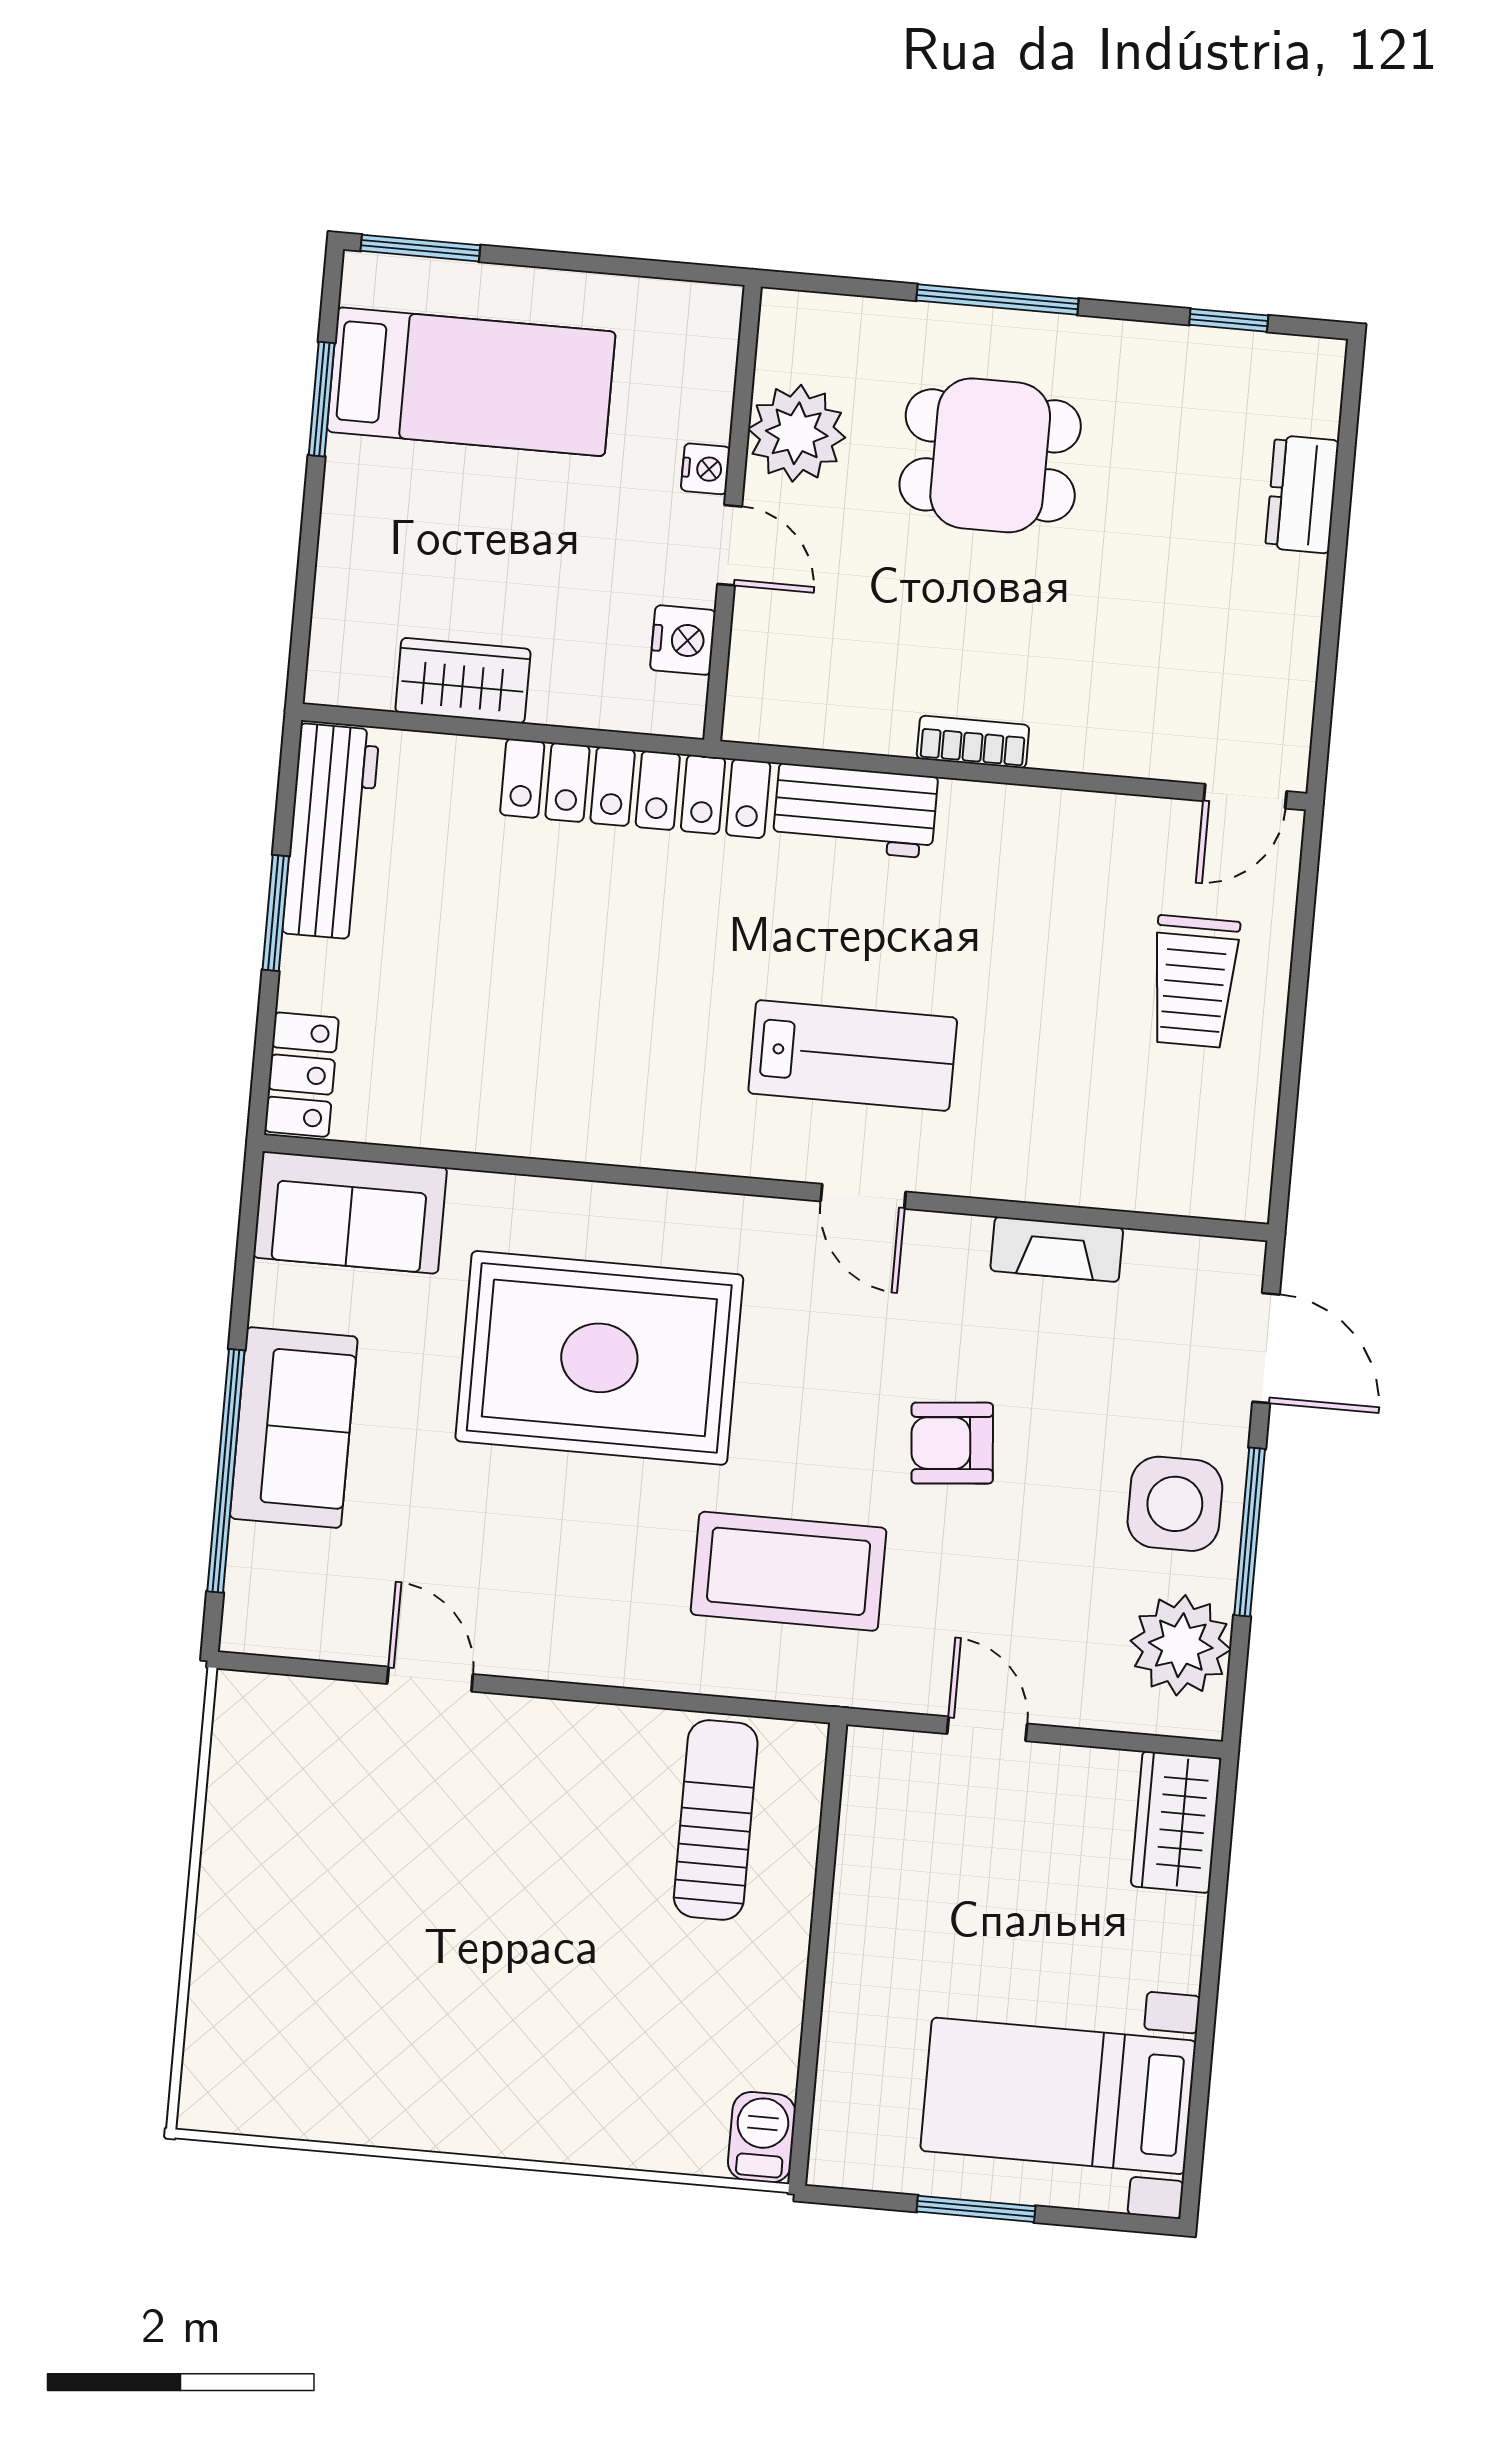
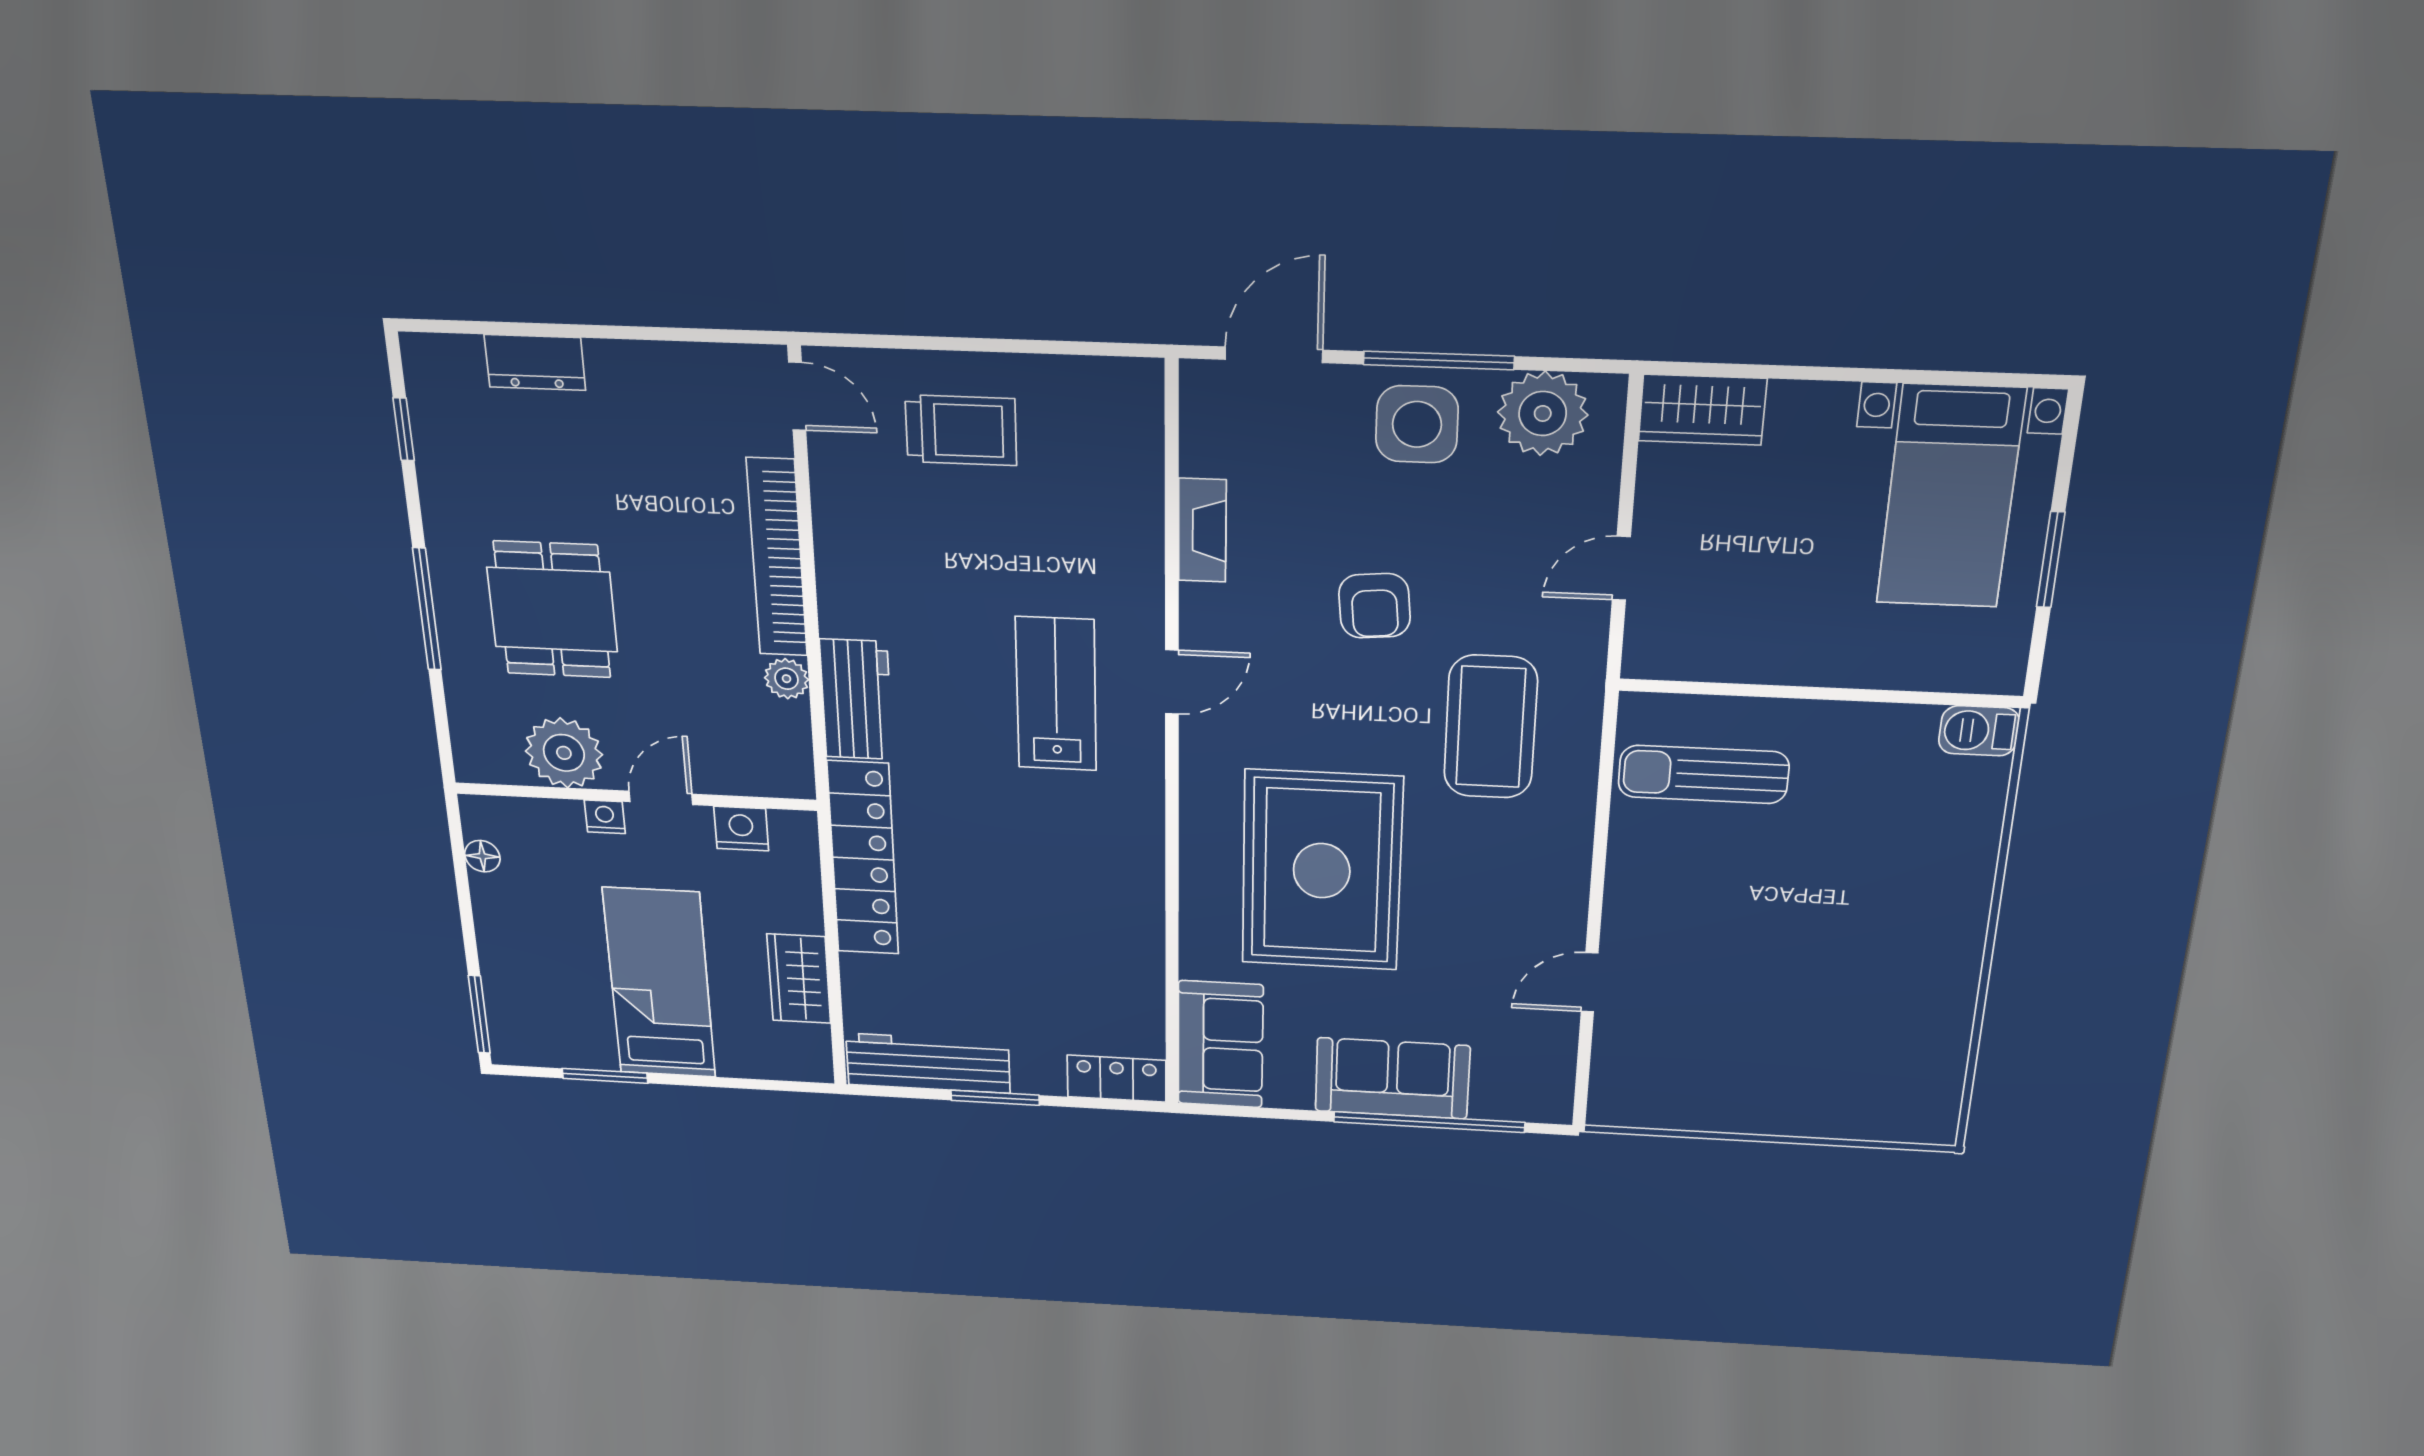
floor lamp: (655, 300) -> (482, 856), added
bed: (471, 382) -> (660, 983), moved
plant: (887, 729) -> (786, 679), added
bookcase: (973, 742) -> (777, 558), width x2.31, depth x1.31

